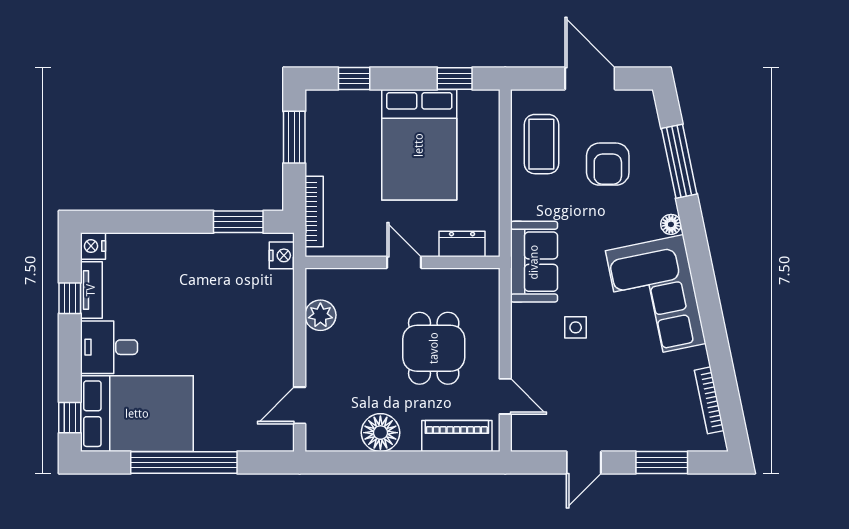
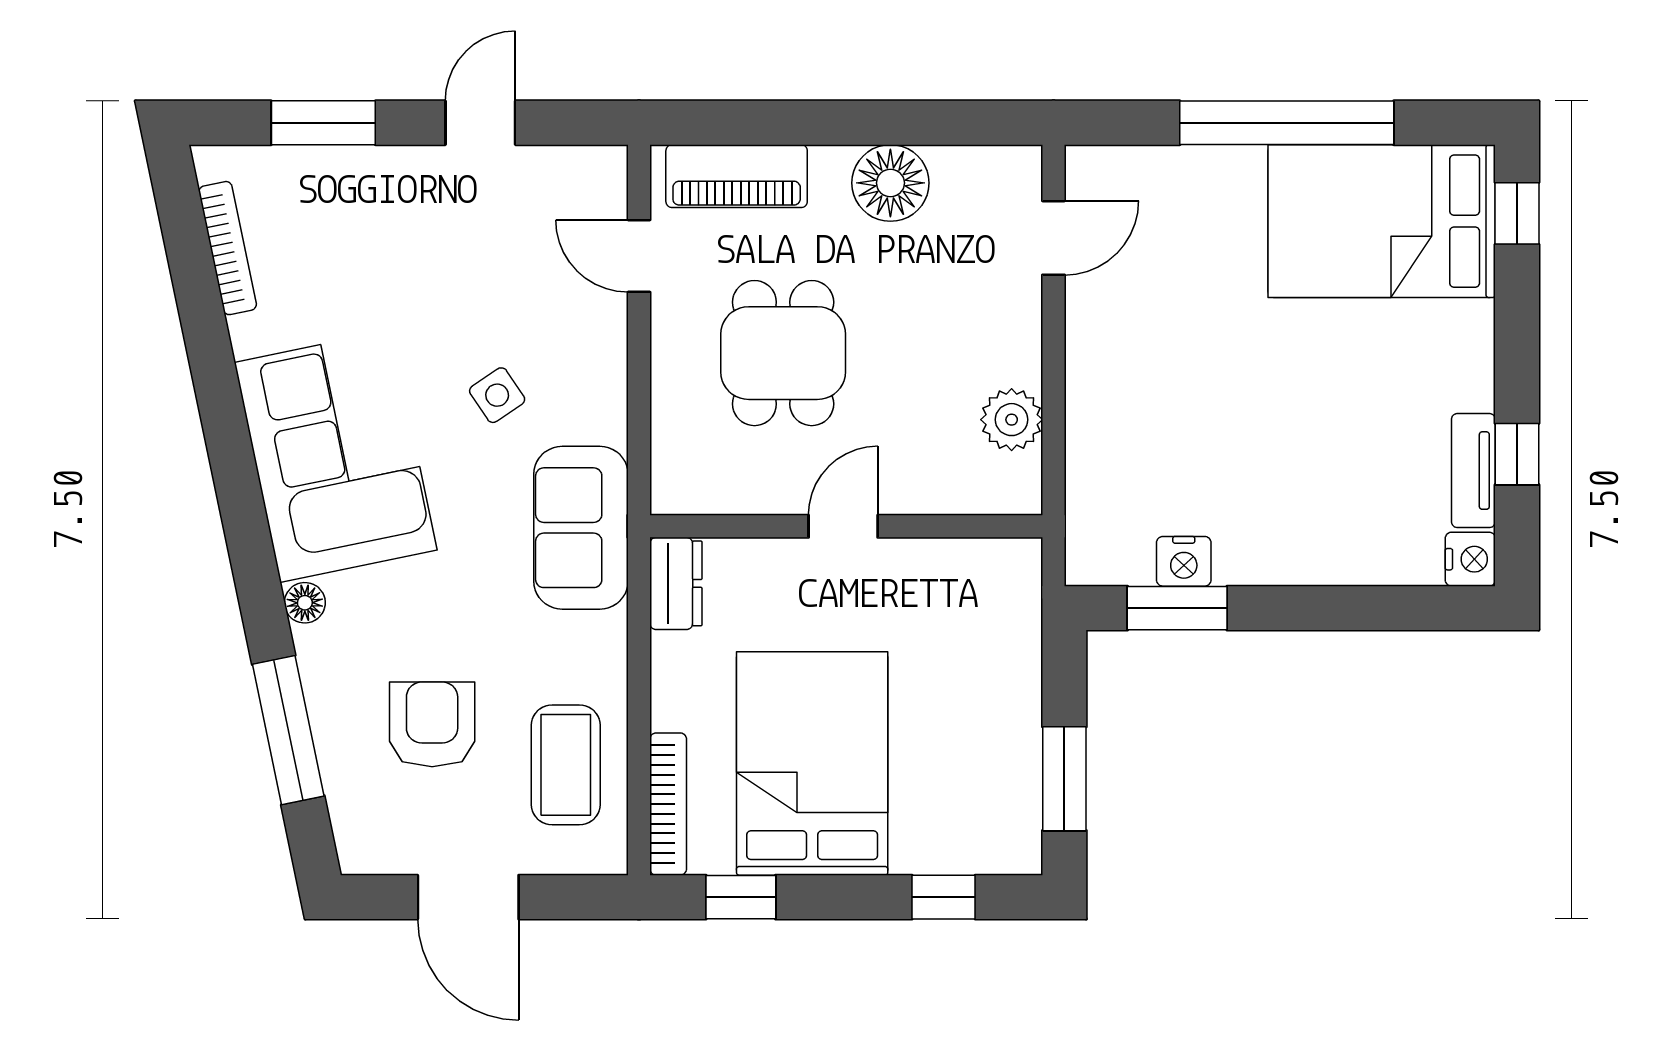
bookcase: (314, 211) -> (668, 804), moved, turned 180
dresser: (462, 244) -> (676, 583), moved, turned -90
nightstand: (282, 255) -> (1184, 561), moved, turned -90
door: (404, 262) -> (843, 526), swing flipped
side table: (576, 327) -> (497, 395), turned -34
desk: (109, 347) -> (1438, 355), removed

